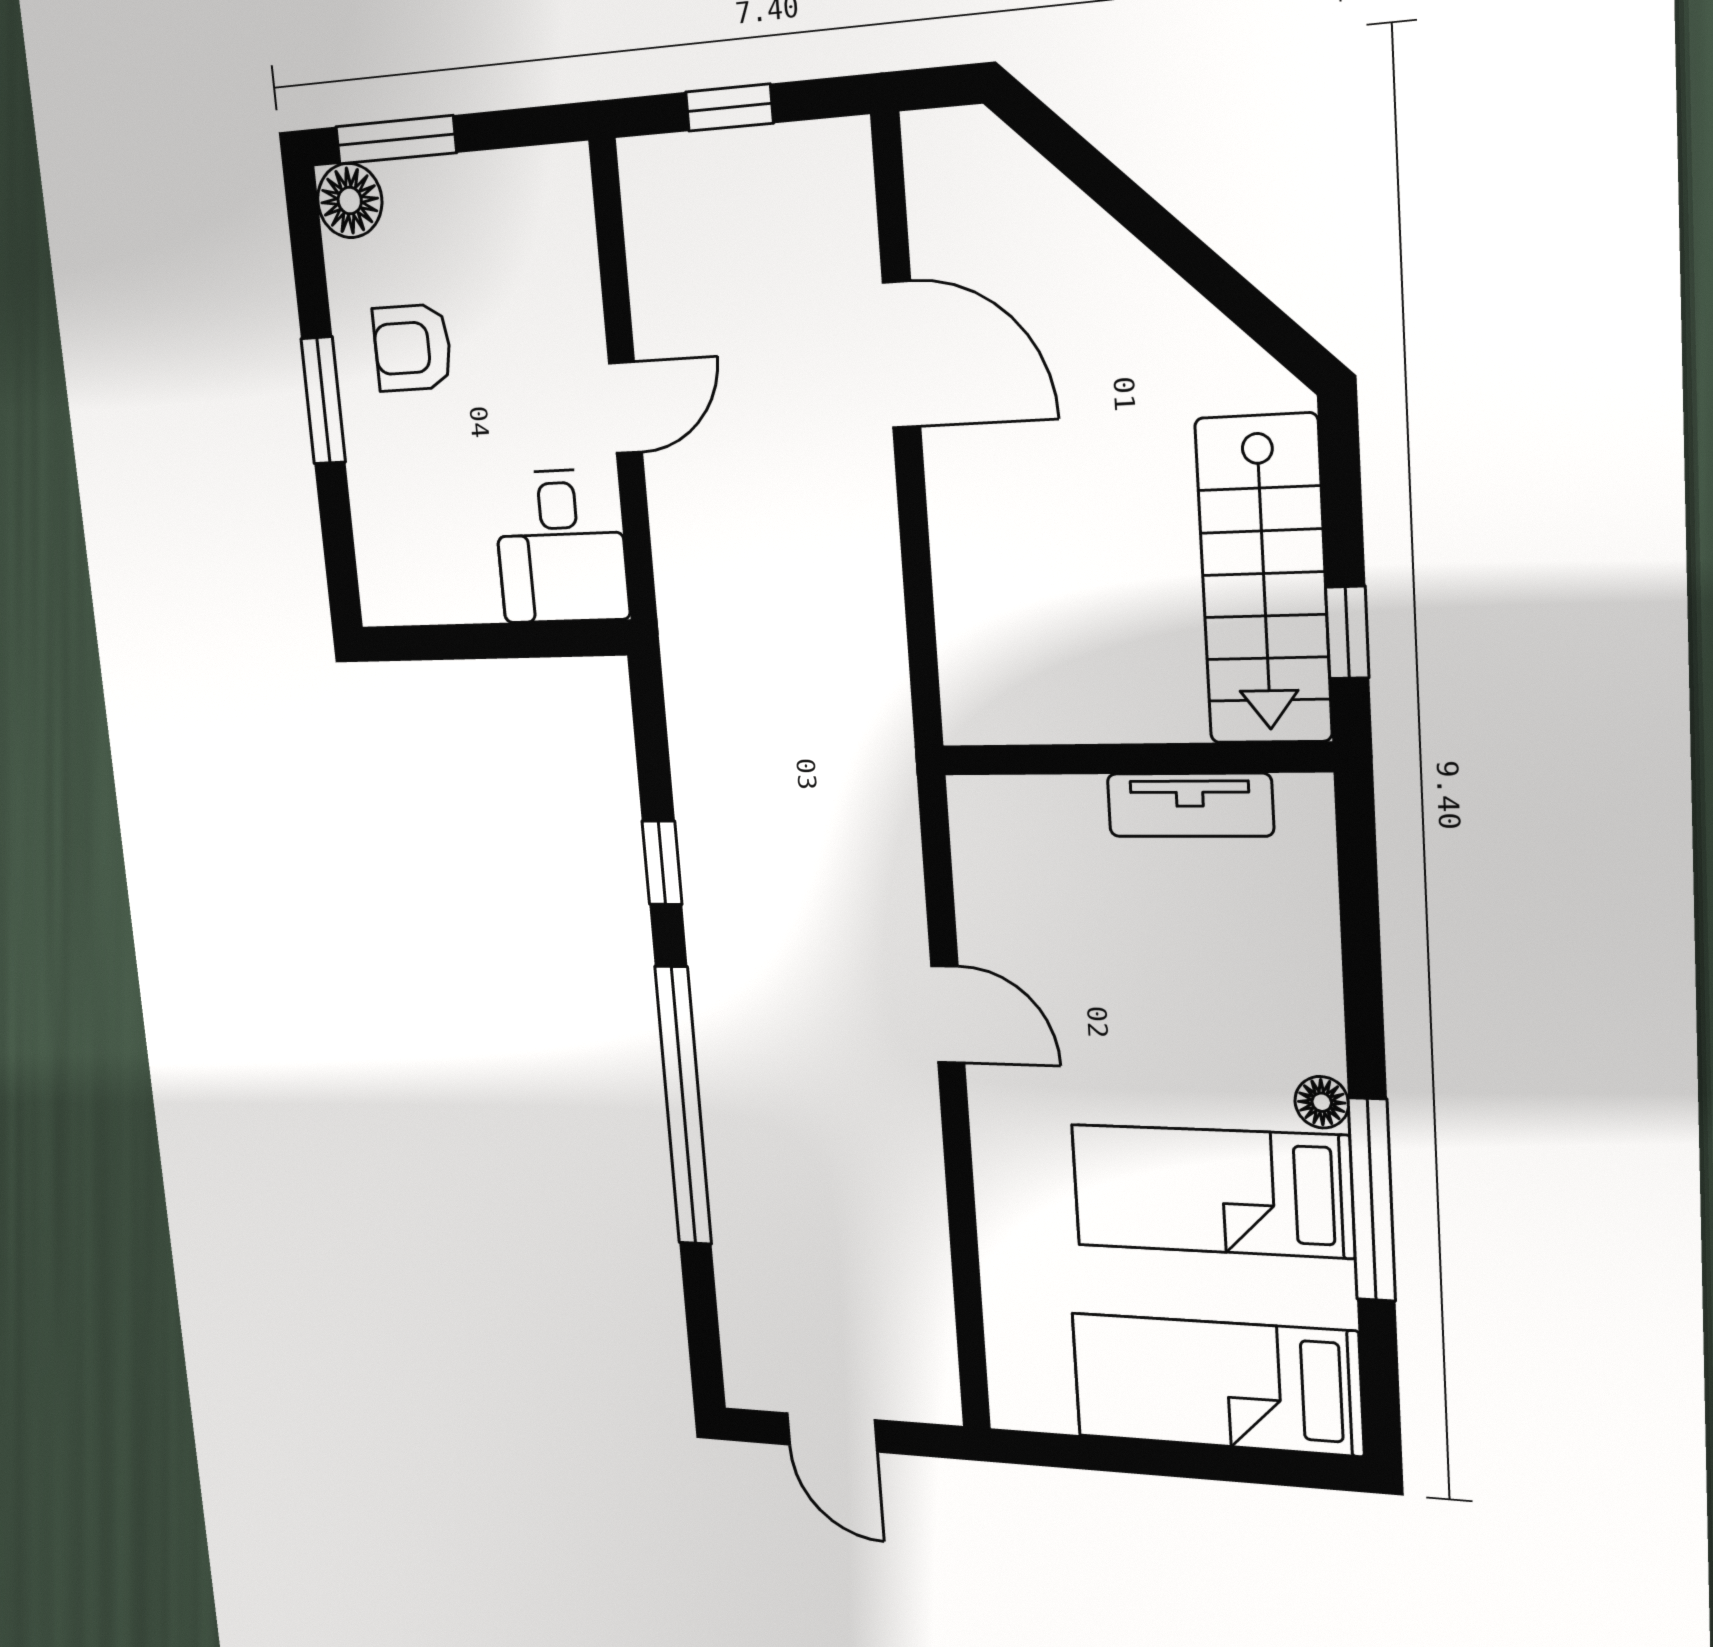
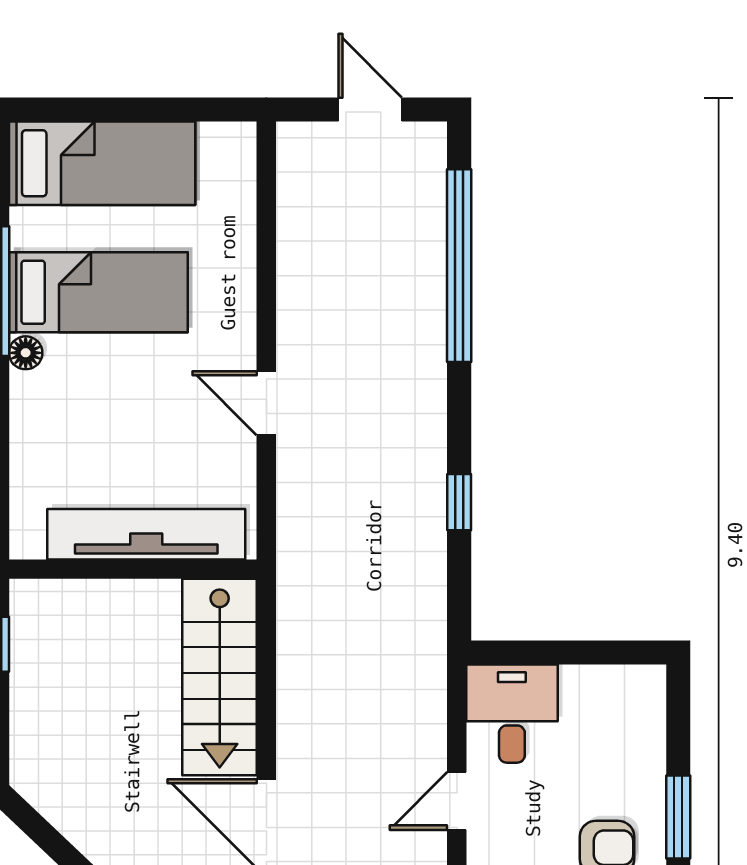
stairs: (1264, 580) -> (220, 677), moved, turned 180
tv unit: (1190, 805) -> (146, 534), width x1.92, depth x1.29
window: (683, 1106) -> (459, 266), moved

